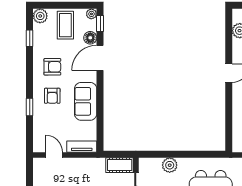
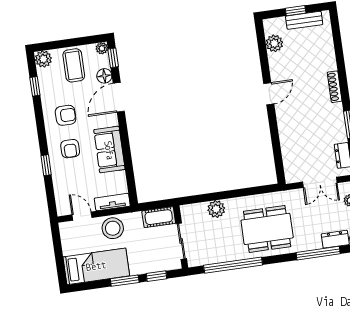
stool: (79, 169) -> (113, 228), added

